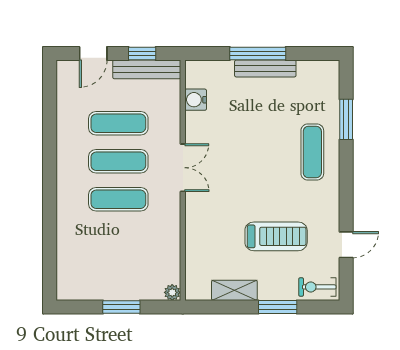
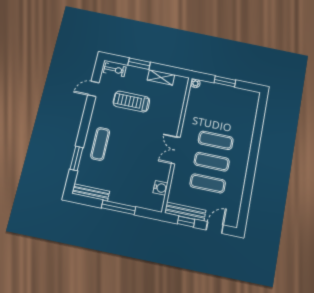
bench: (265, 68) -> (91, 192), moved

